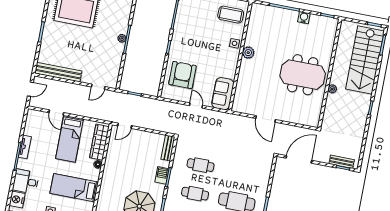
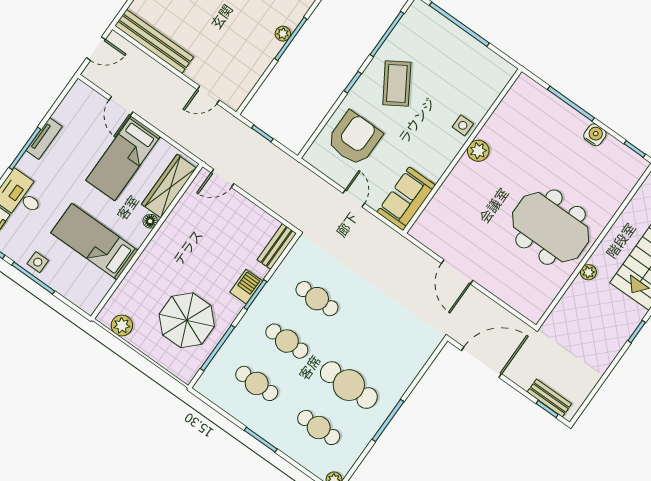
coffee table: (231, 15) -> (397, 83), moved, turned 58

